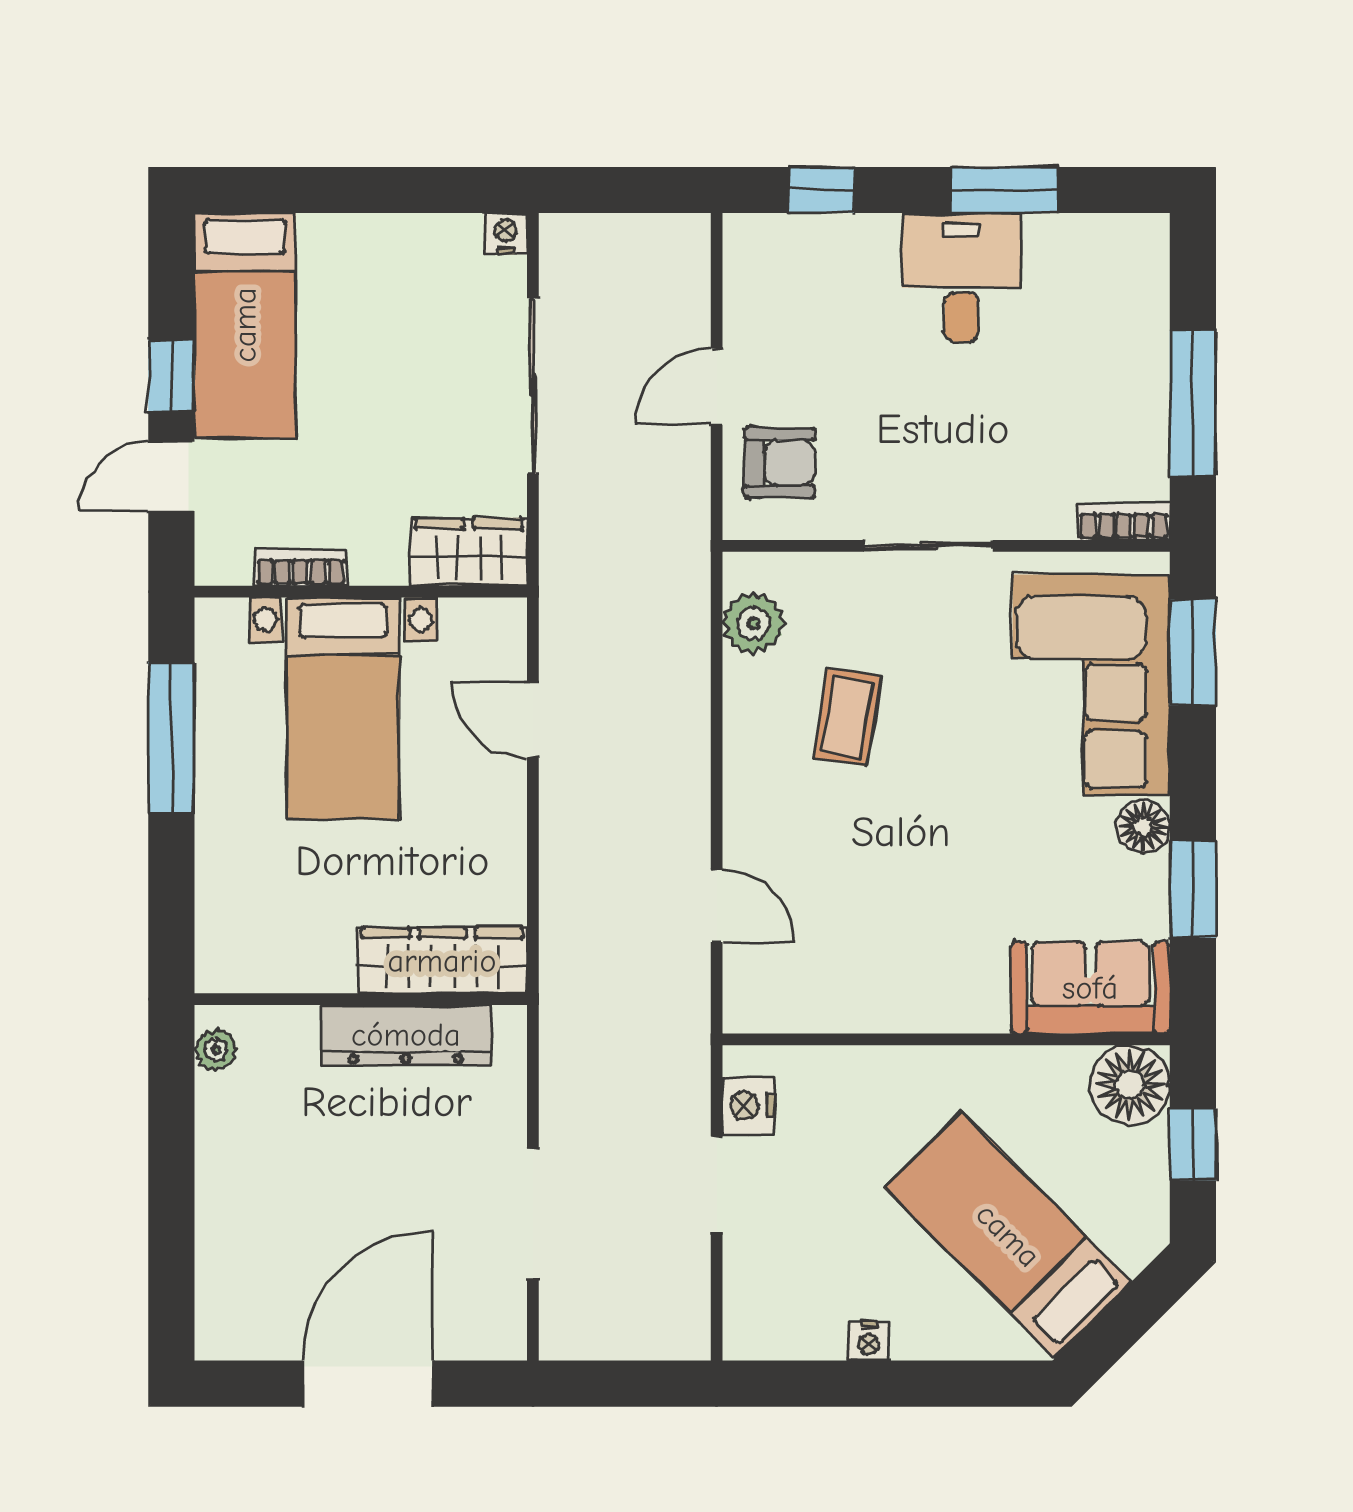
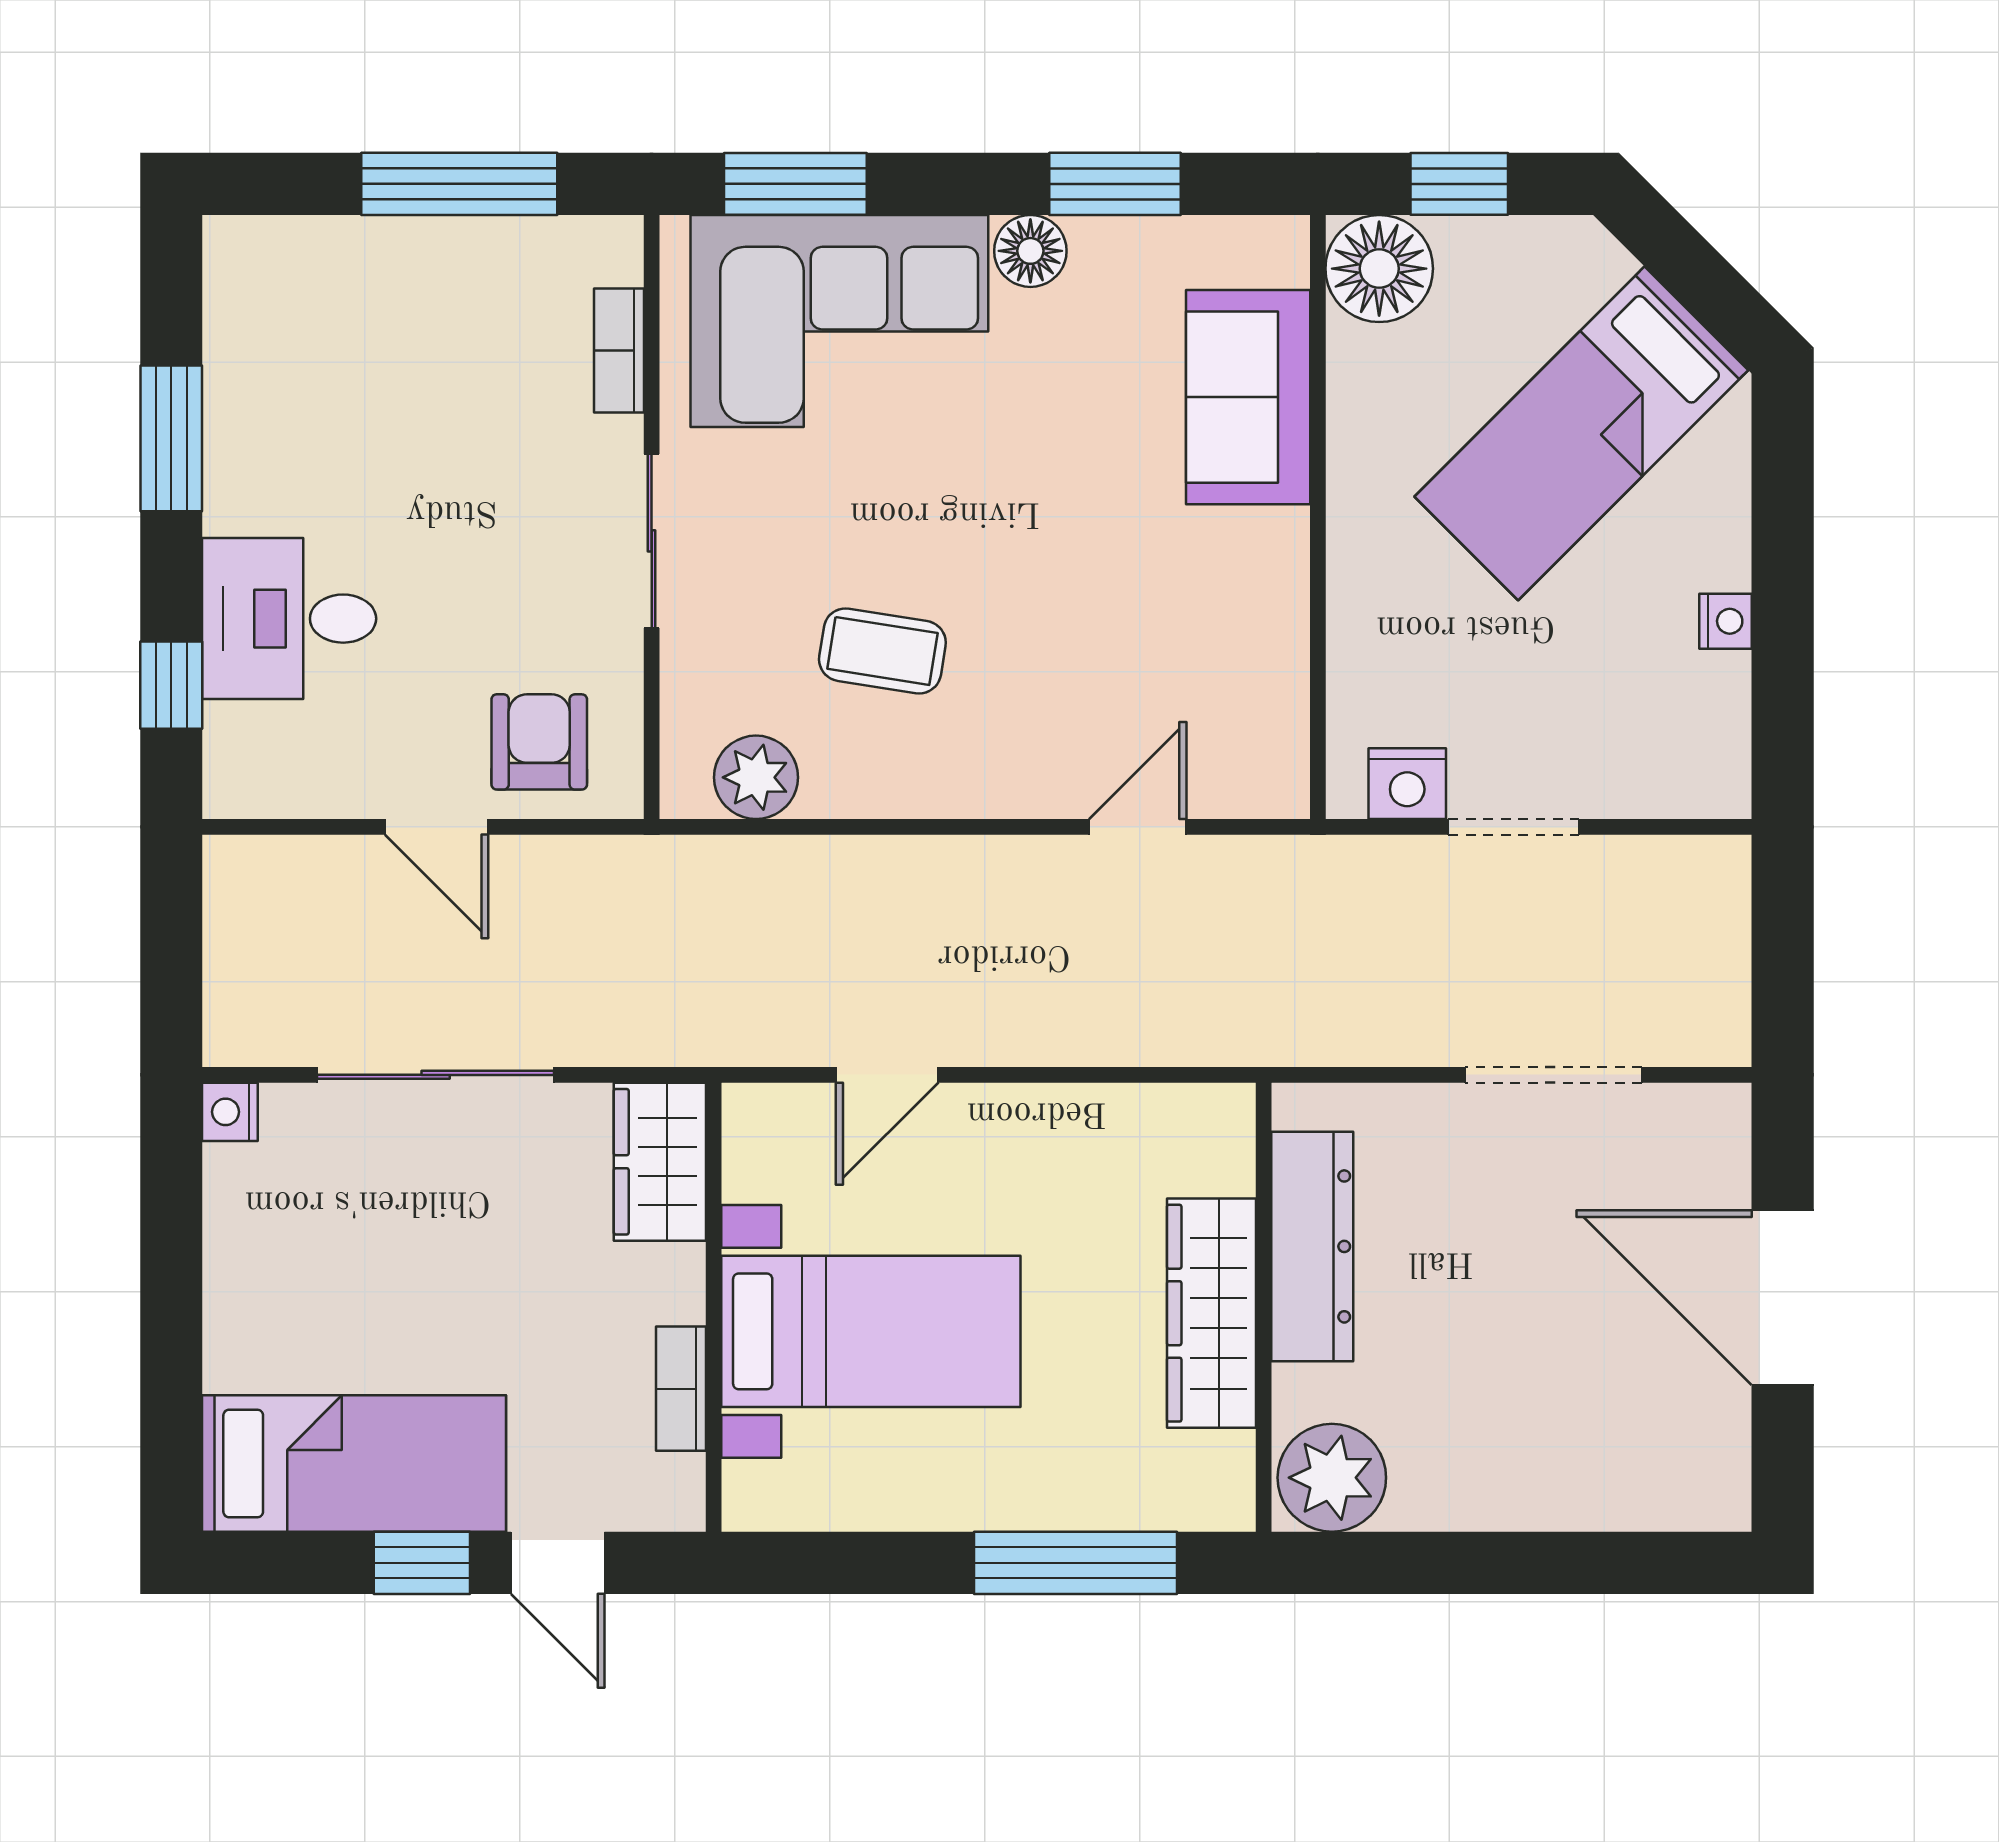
desk: (962, 277) -> (289, 619), moved
bookcase: (1124, 522) -> (619, 351), moved
window: (171, 738) -> (1075, 1563), moved
wardrobe: (442, 961) -> (1211, 1313), moved
sofa: (1090, 988) -> (1248, 397), moved
plant: (216, 1050) -> (1332, 1478), width x1.87, depth x1.87

